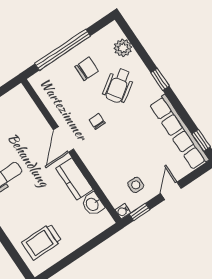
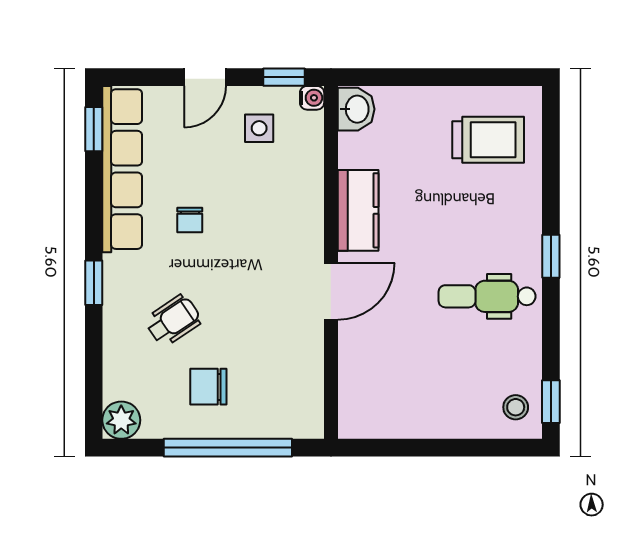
plant: (123, 48) -> (121, 420), moved
wheelchair: (118, 86) -> (173, 321), width x0.73, depth x0.73
chair: (97, 121) -> (190, 220), moved
washbasin: (93, 204) -> (356, 109), moved

